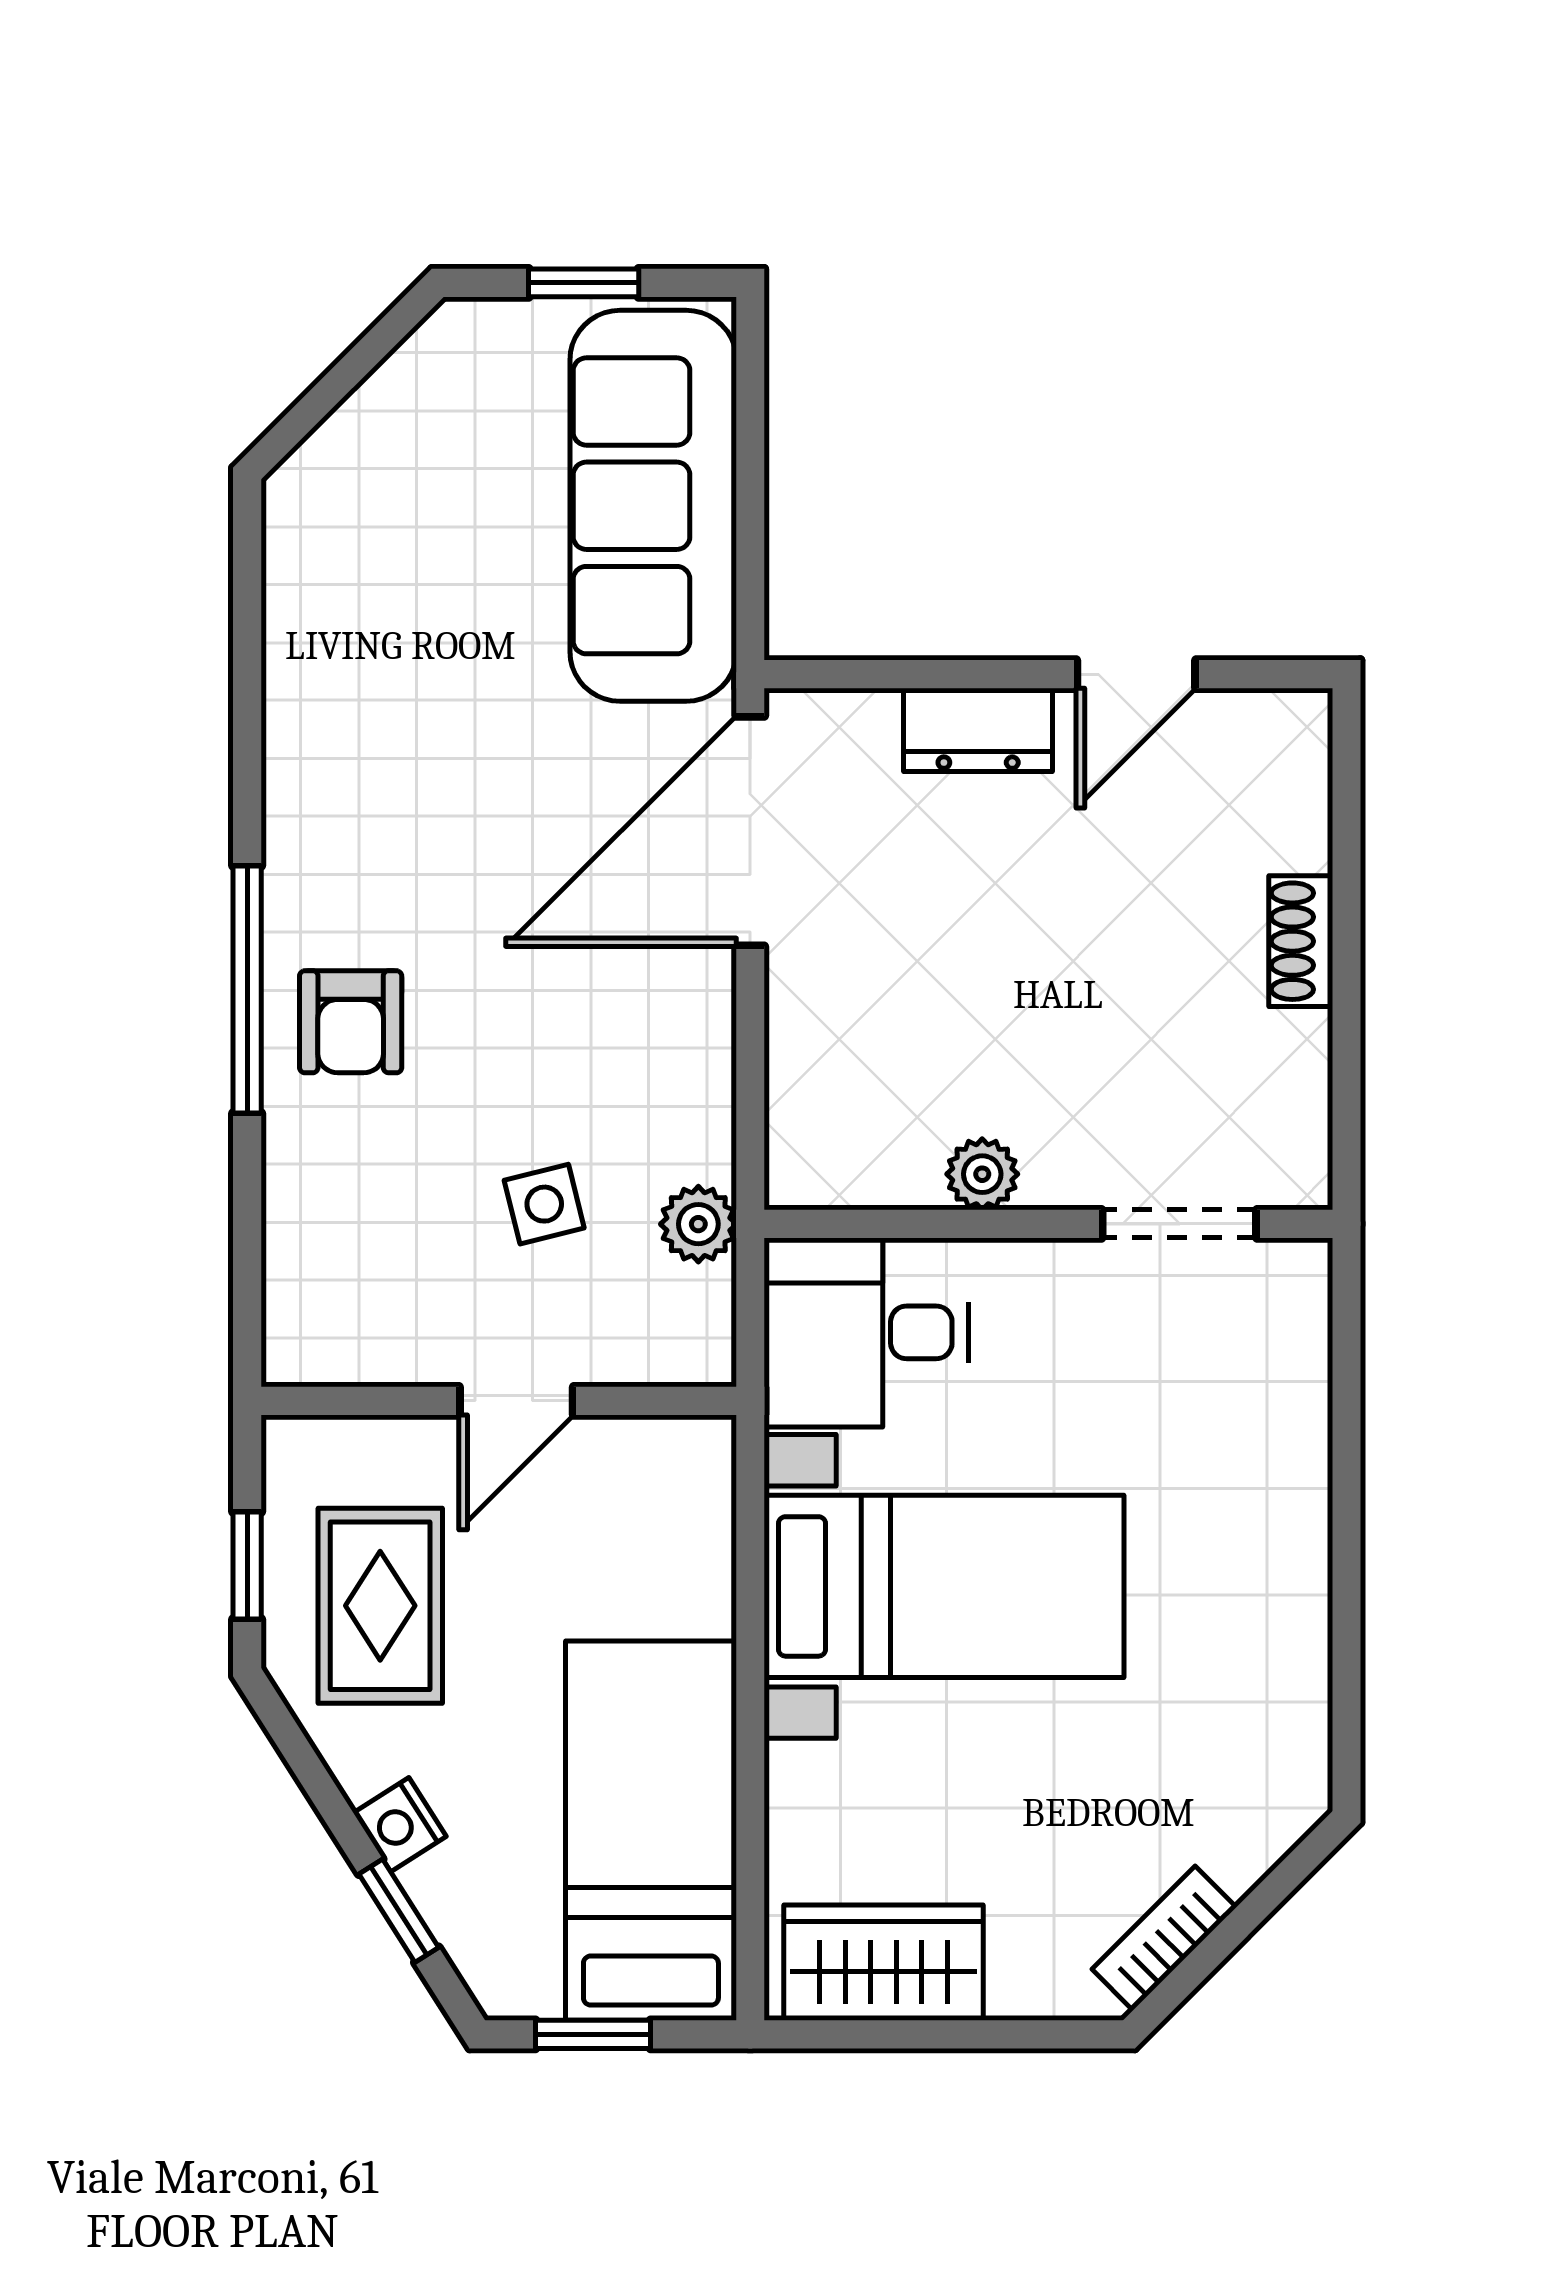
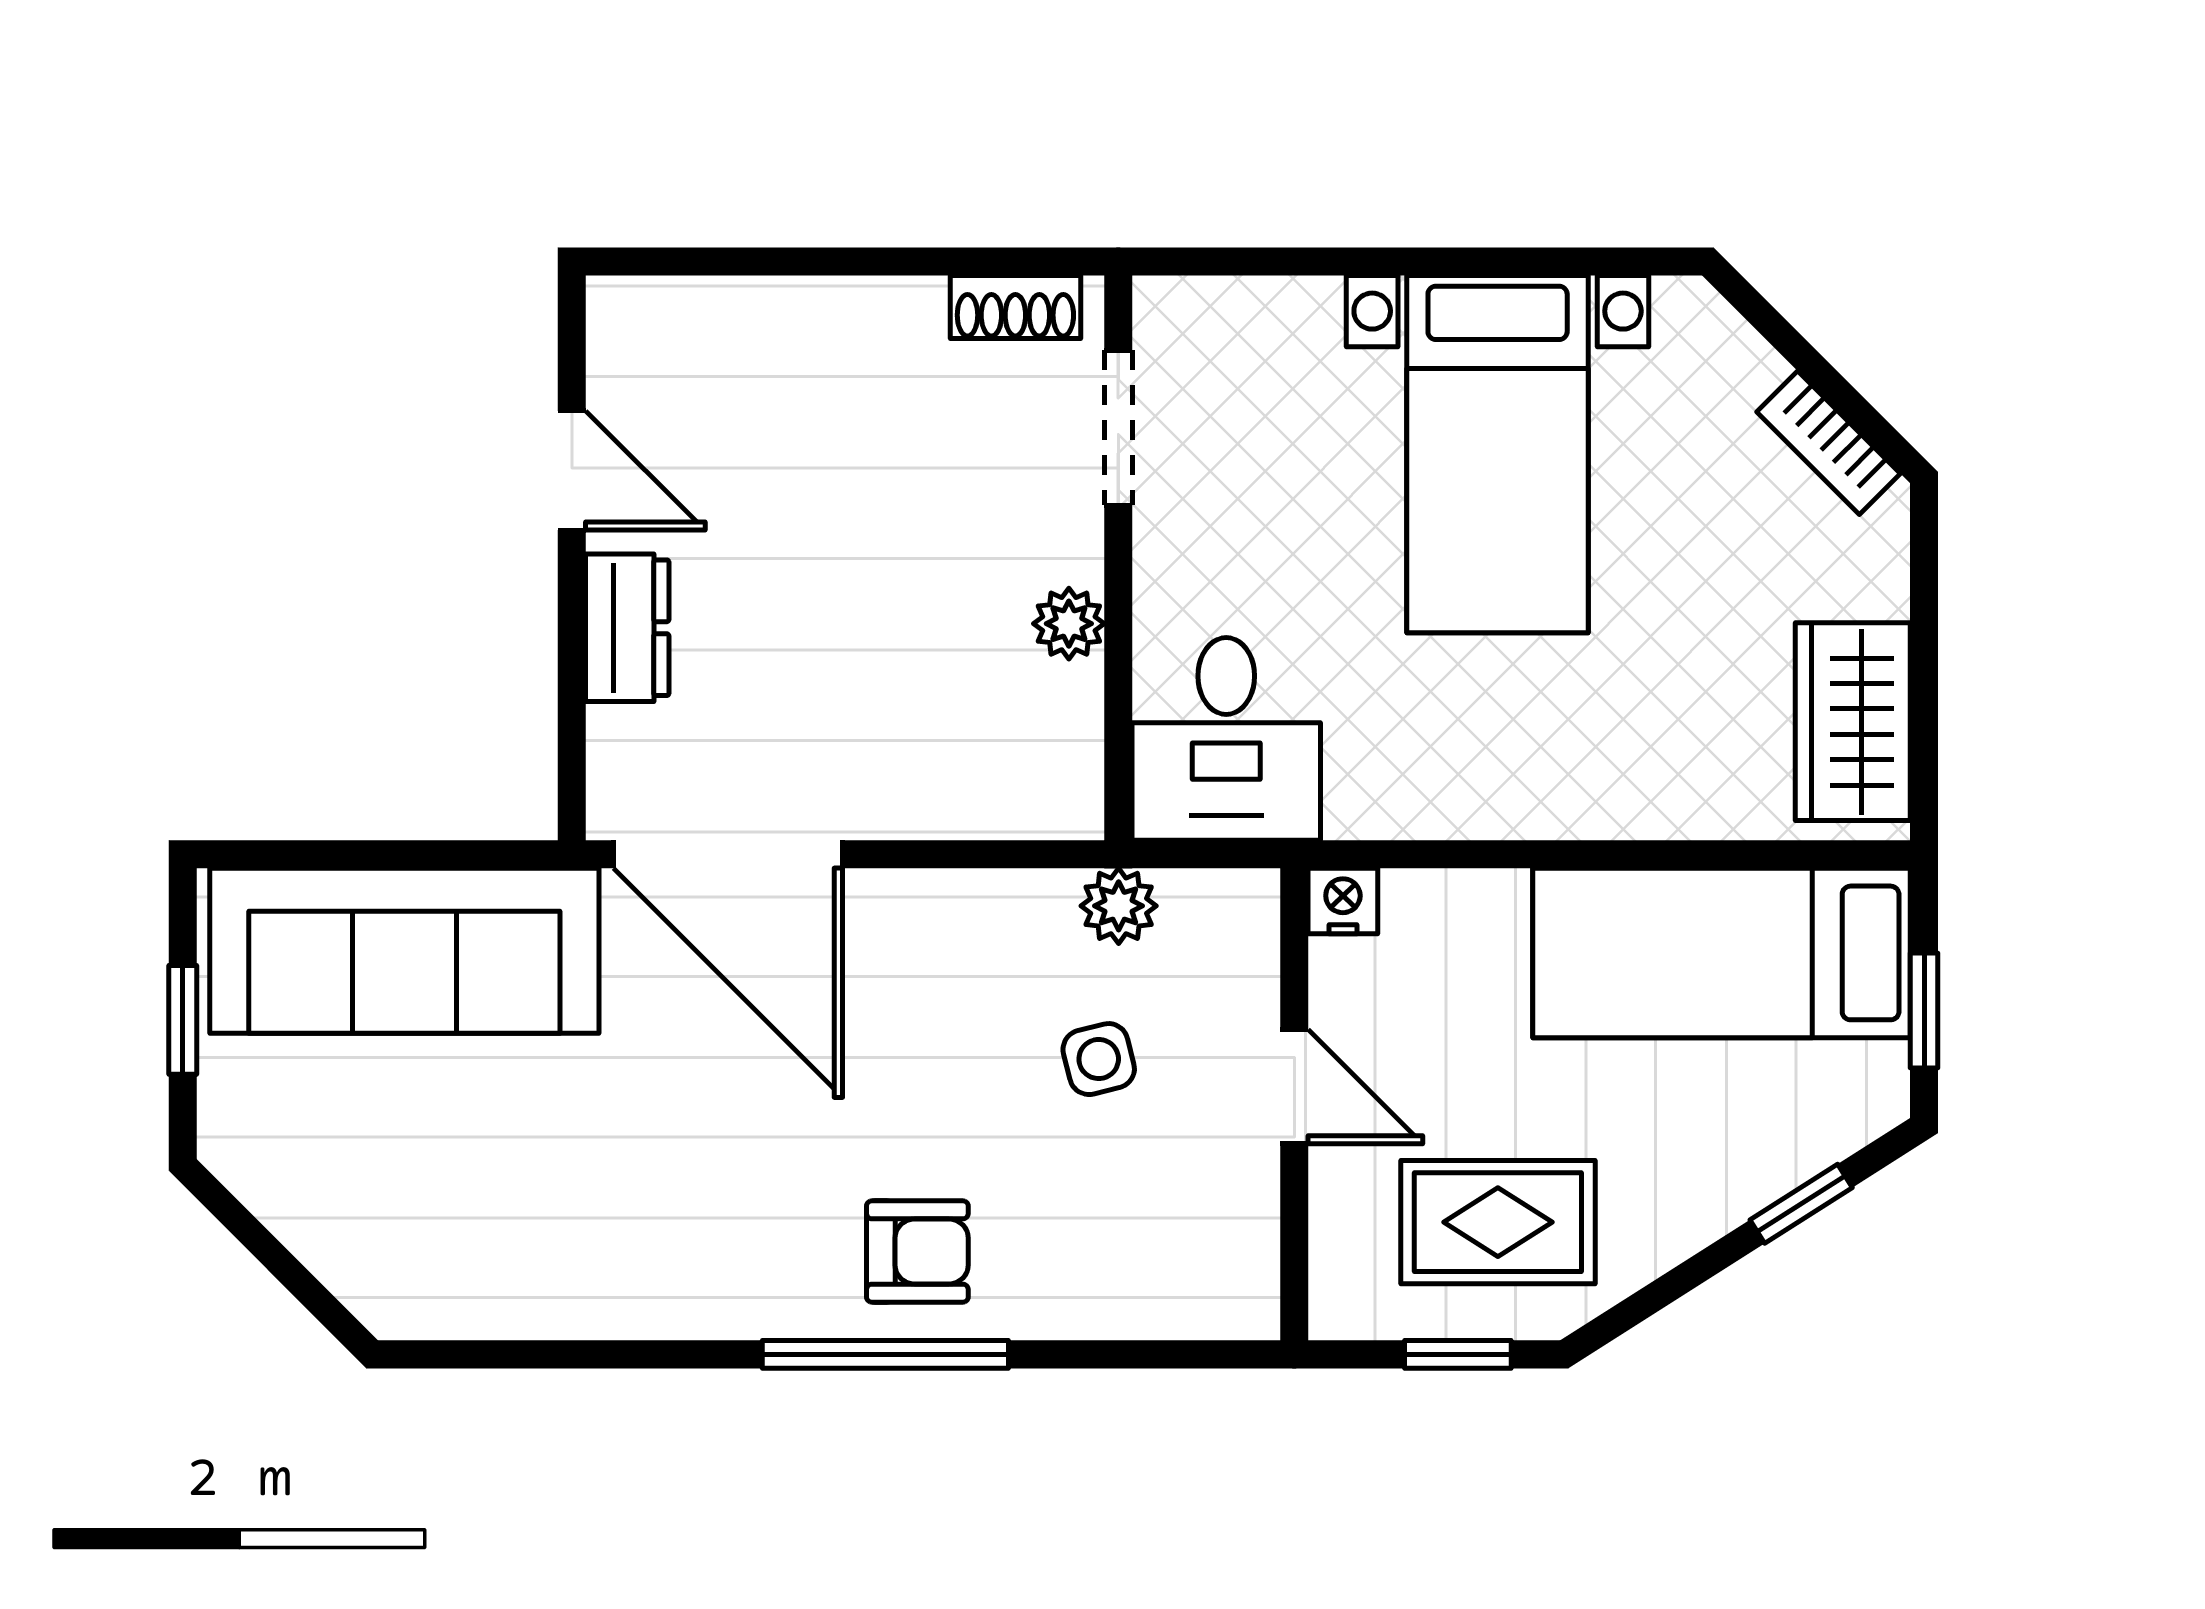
shoe rack: (1301, 941) -> (1015, 307), moved
bed with nightstands: (944, 1586) -> (1498, 454), moved, turned 180
nightstand: (400, 1825) -> (1343, 901), moved, turned -148

